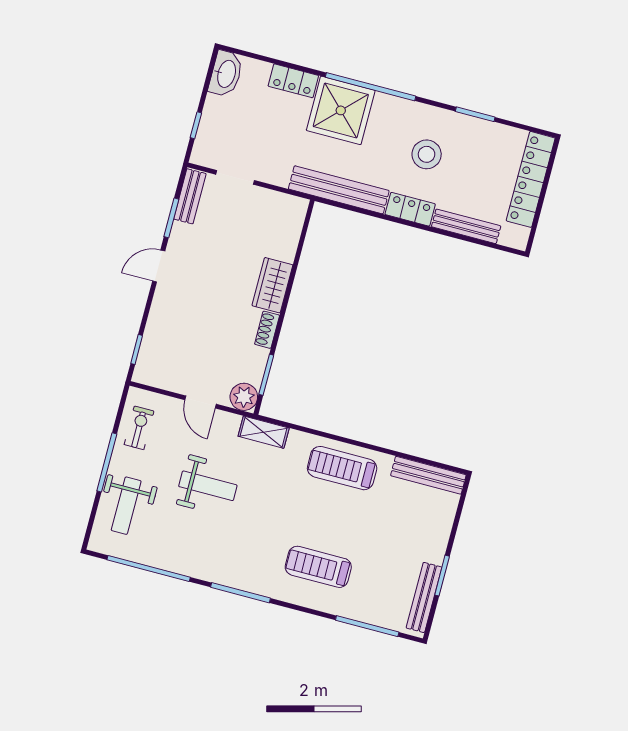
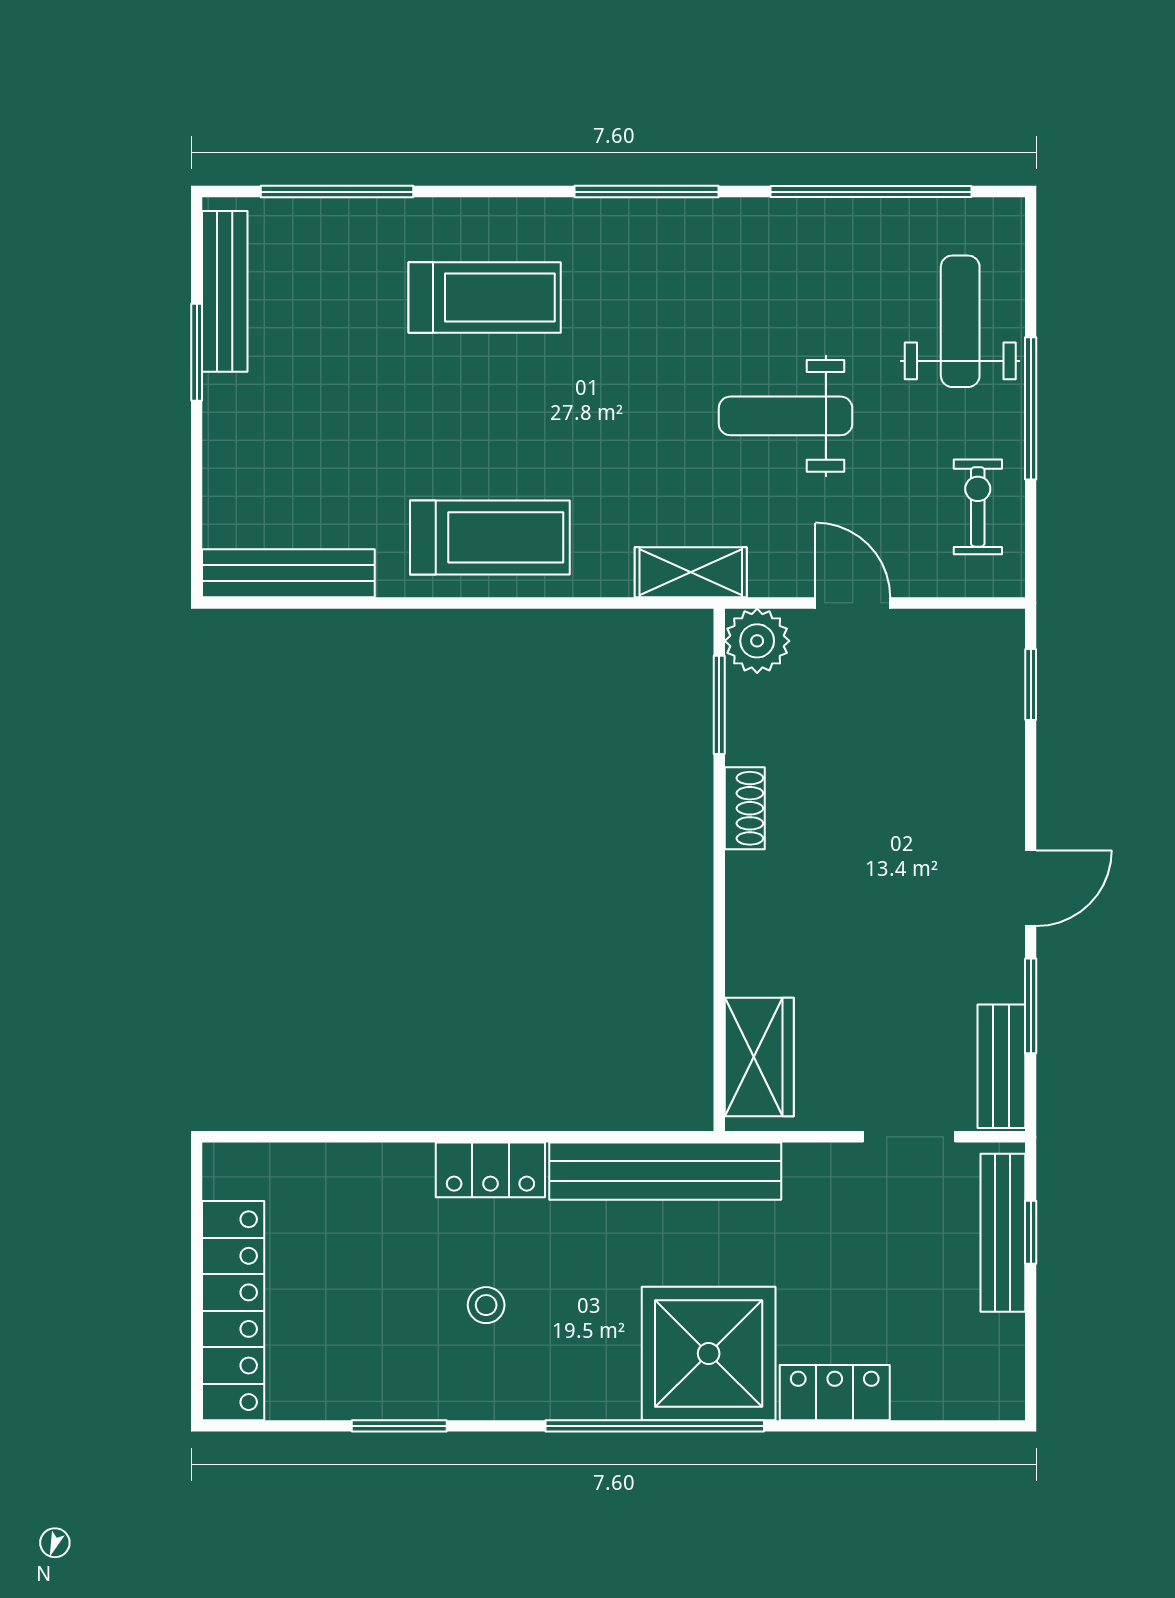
washbasin: (226, 74) -> (993, 1368), removed
stool: (427, 154) -> (486, 1305), width x0.53, depth x0.53
bench: (466, 226) -> (1003, 1233), moved, turned 90
wardrobe: (272, 285) -> (759, 1057), moved
exercise bike: (139, 428) -> (978, 507), turned 180

